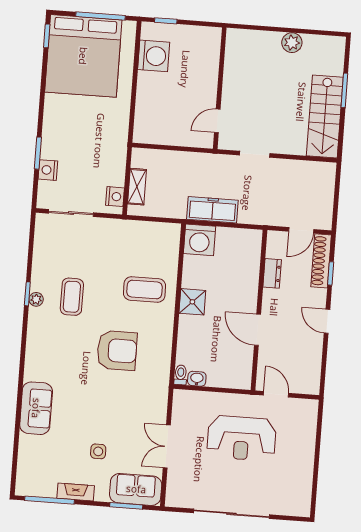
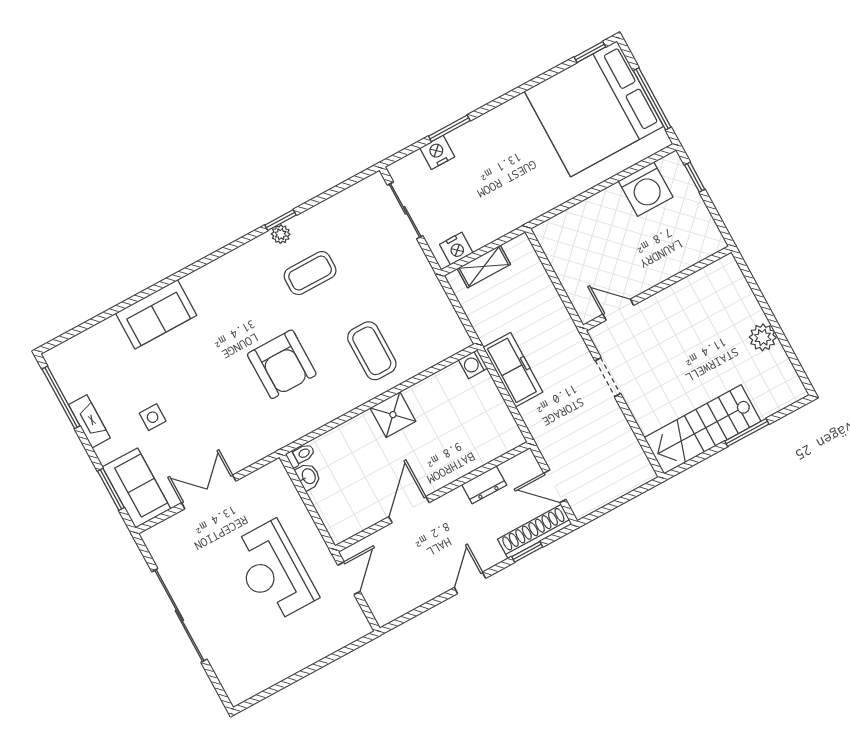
washing machine: (199, 240) -> (473, 364), width x0.53, depth x0.53

